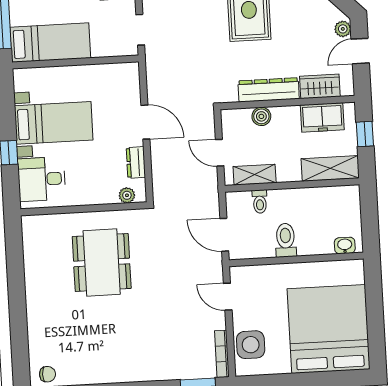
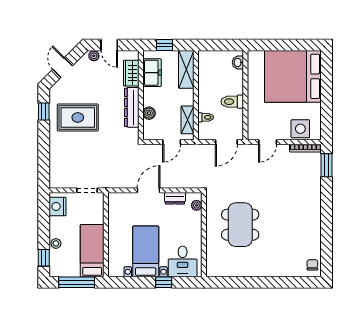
dining table: (102, 262) -> (240, 225), turned 90

